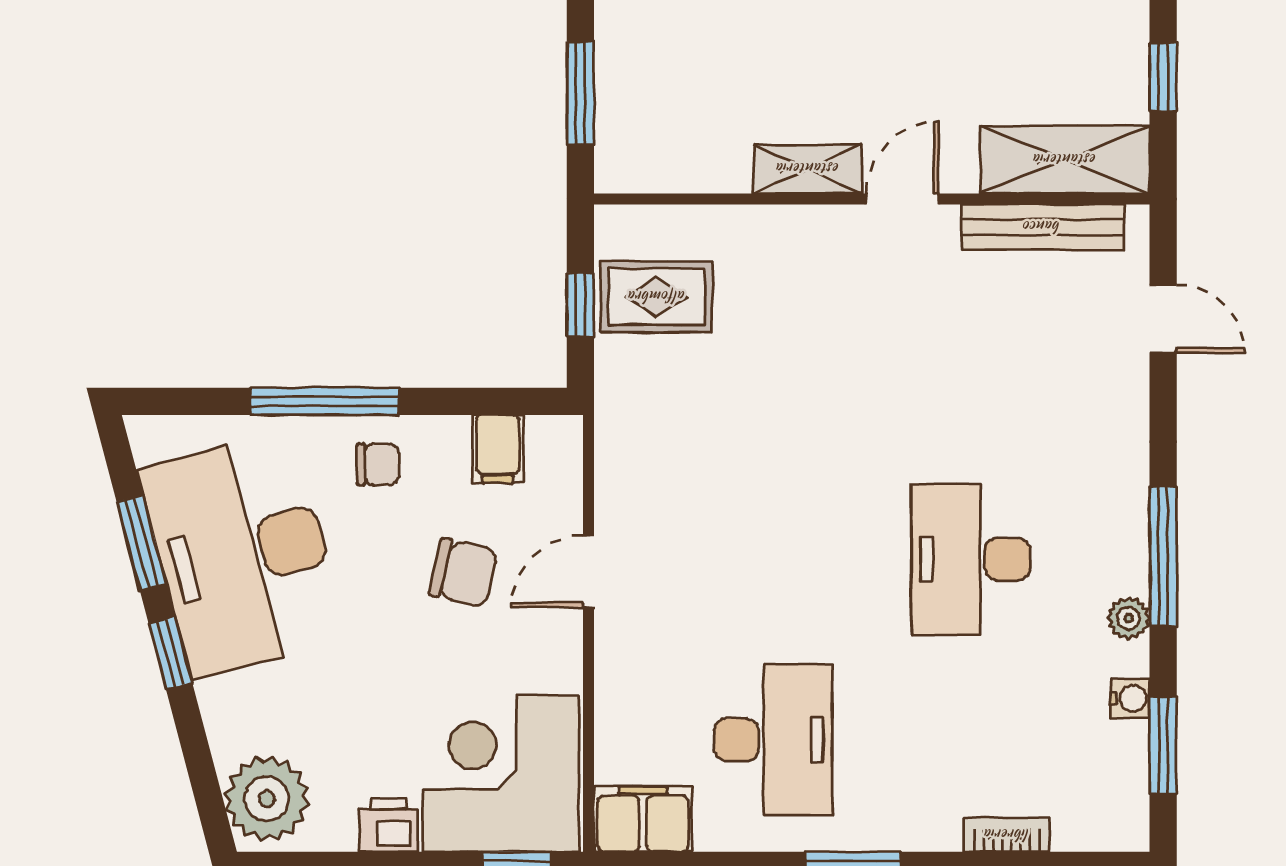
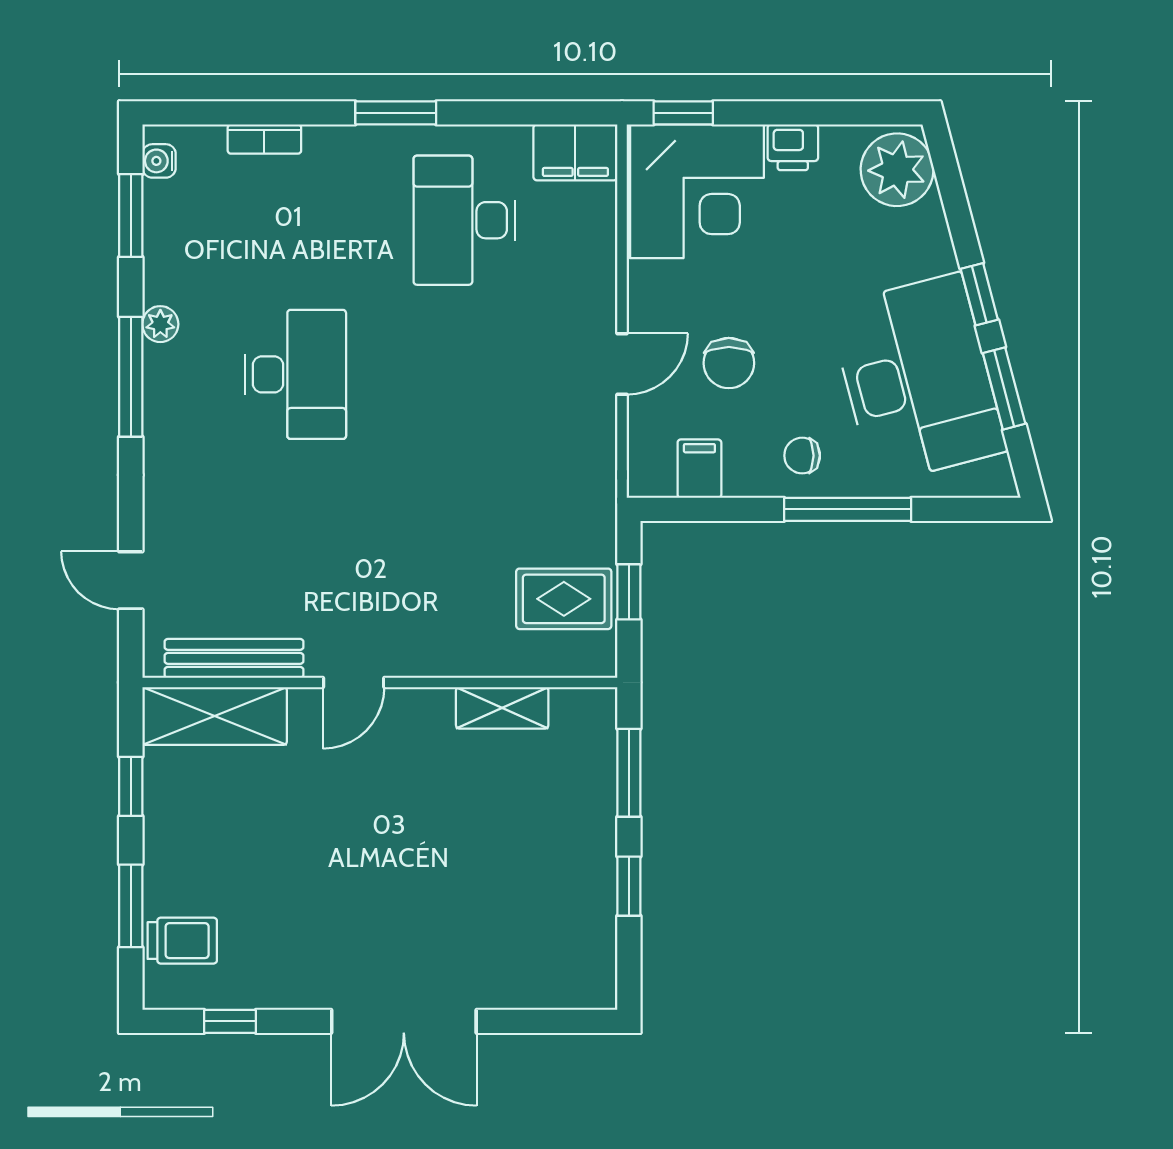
shelving: (808, 169) -> (502, 708), moved
chair: (463, 573) -> (729, 363), turned -103
water cooler: (1130, 698) -> (159, 161), moved

